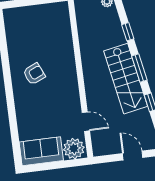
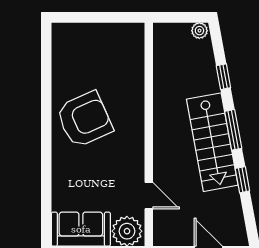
armchair: (34, 74) -> (84, 119), width x1.88, depth x1.88

